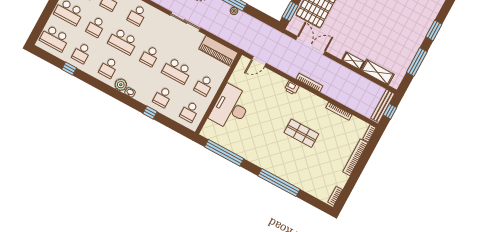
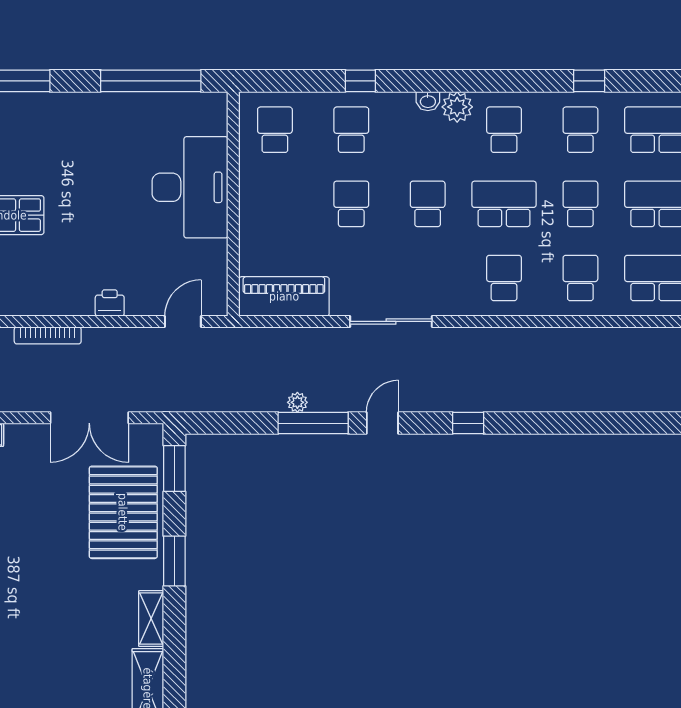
school desk: (177, 71) -> (351, 204), width x0.54
school desk: (204, 85) -> (275, 204), removed
printer: (292, 88) -> (110, 303), moved

